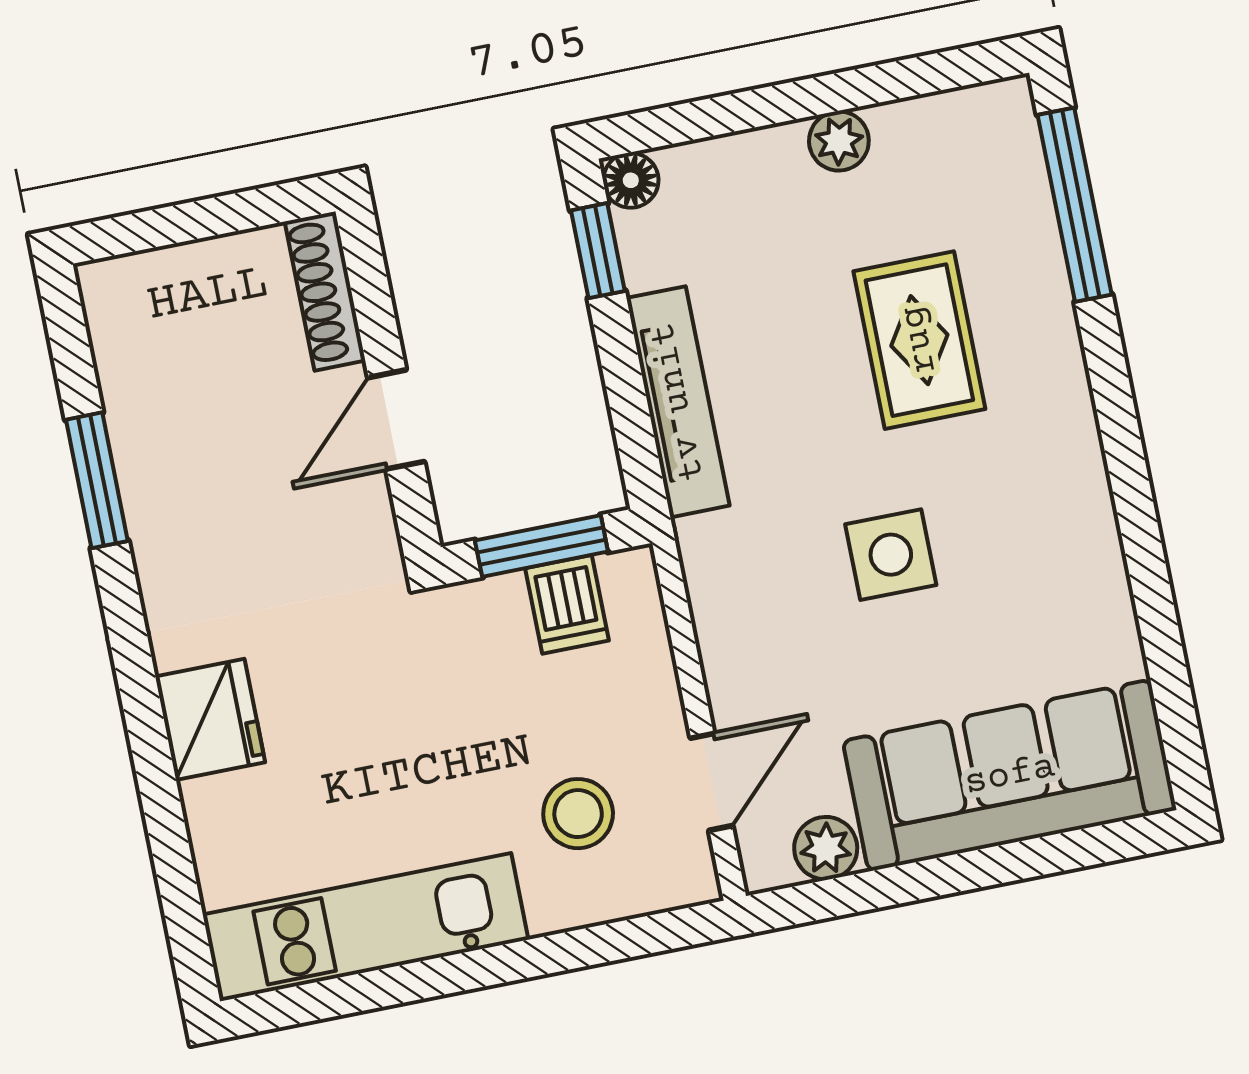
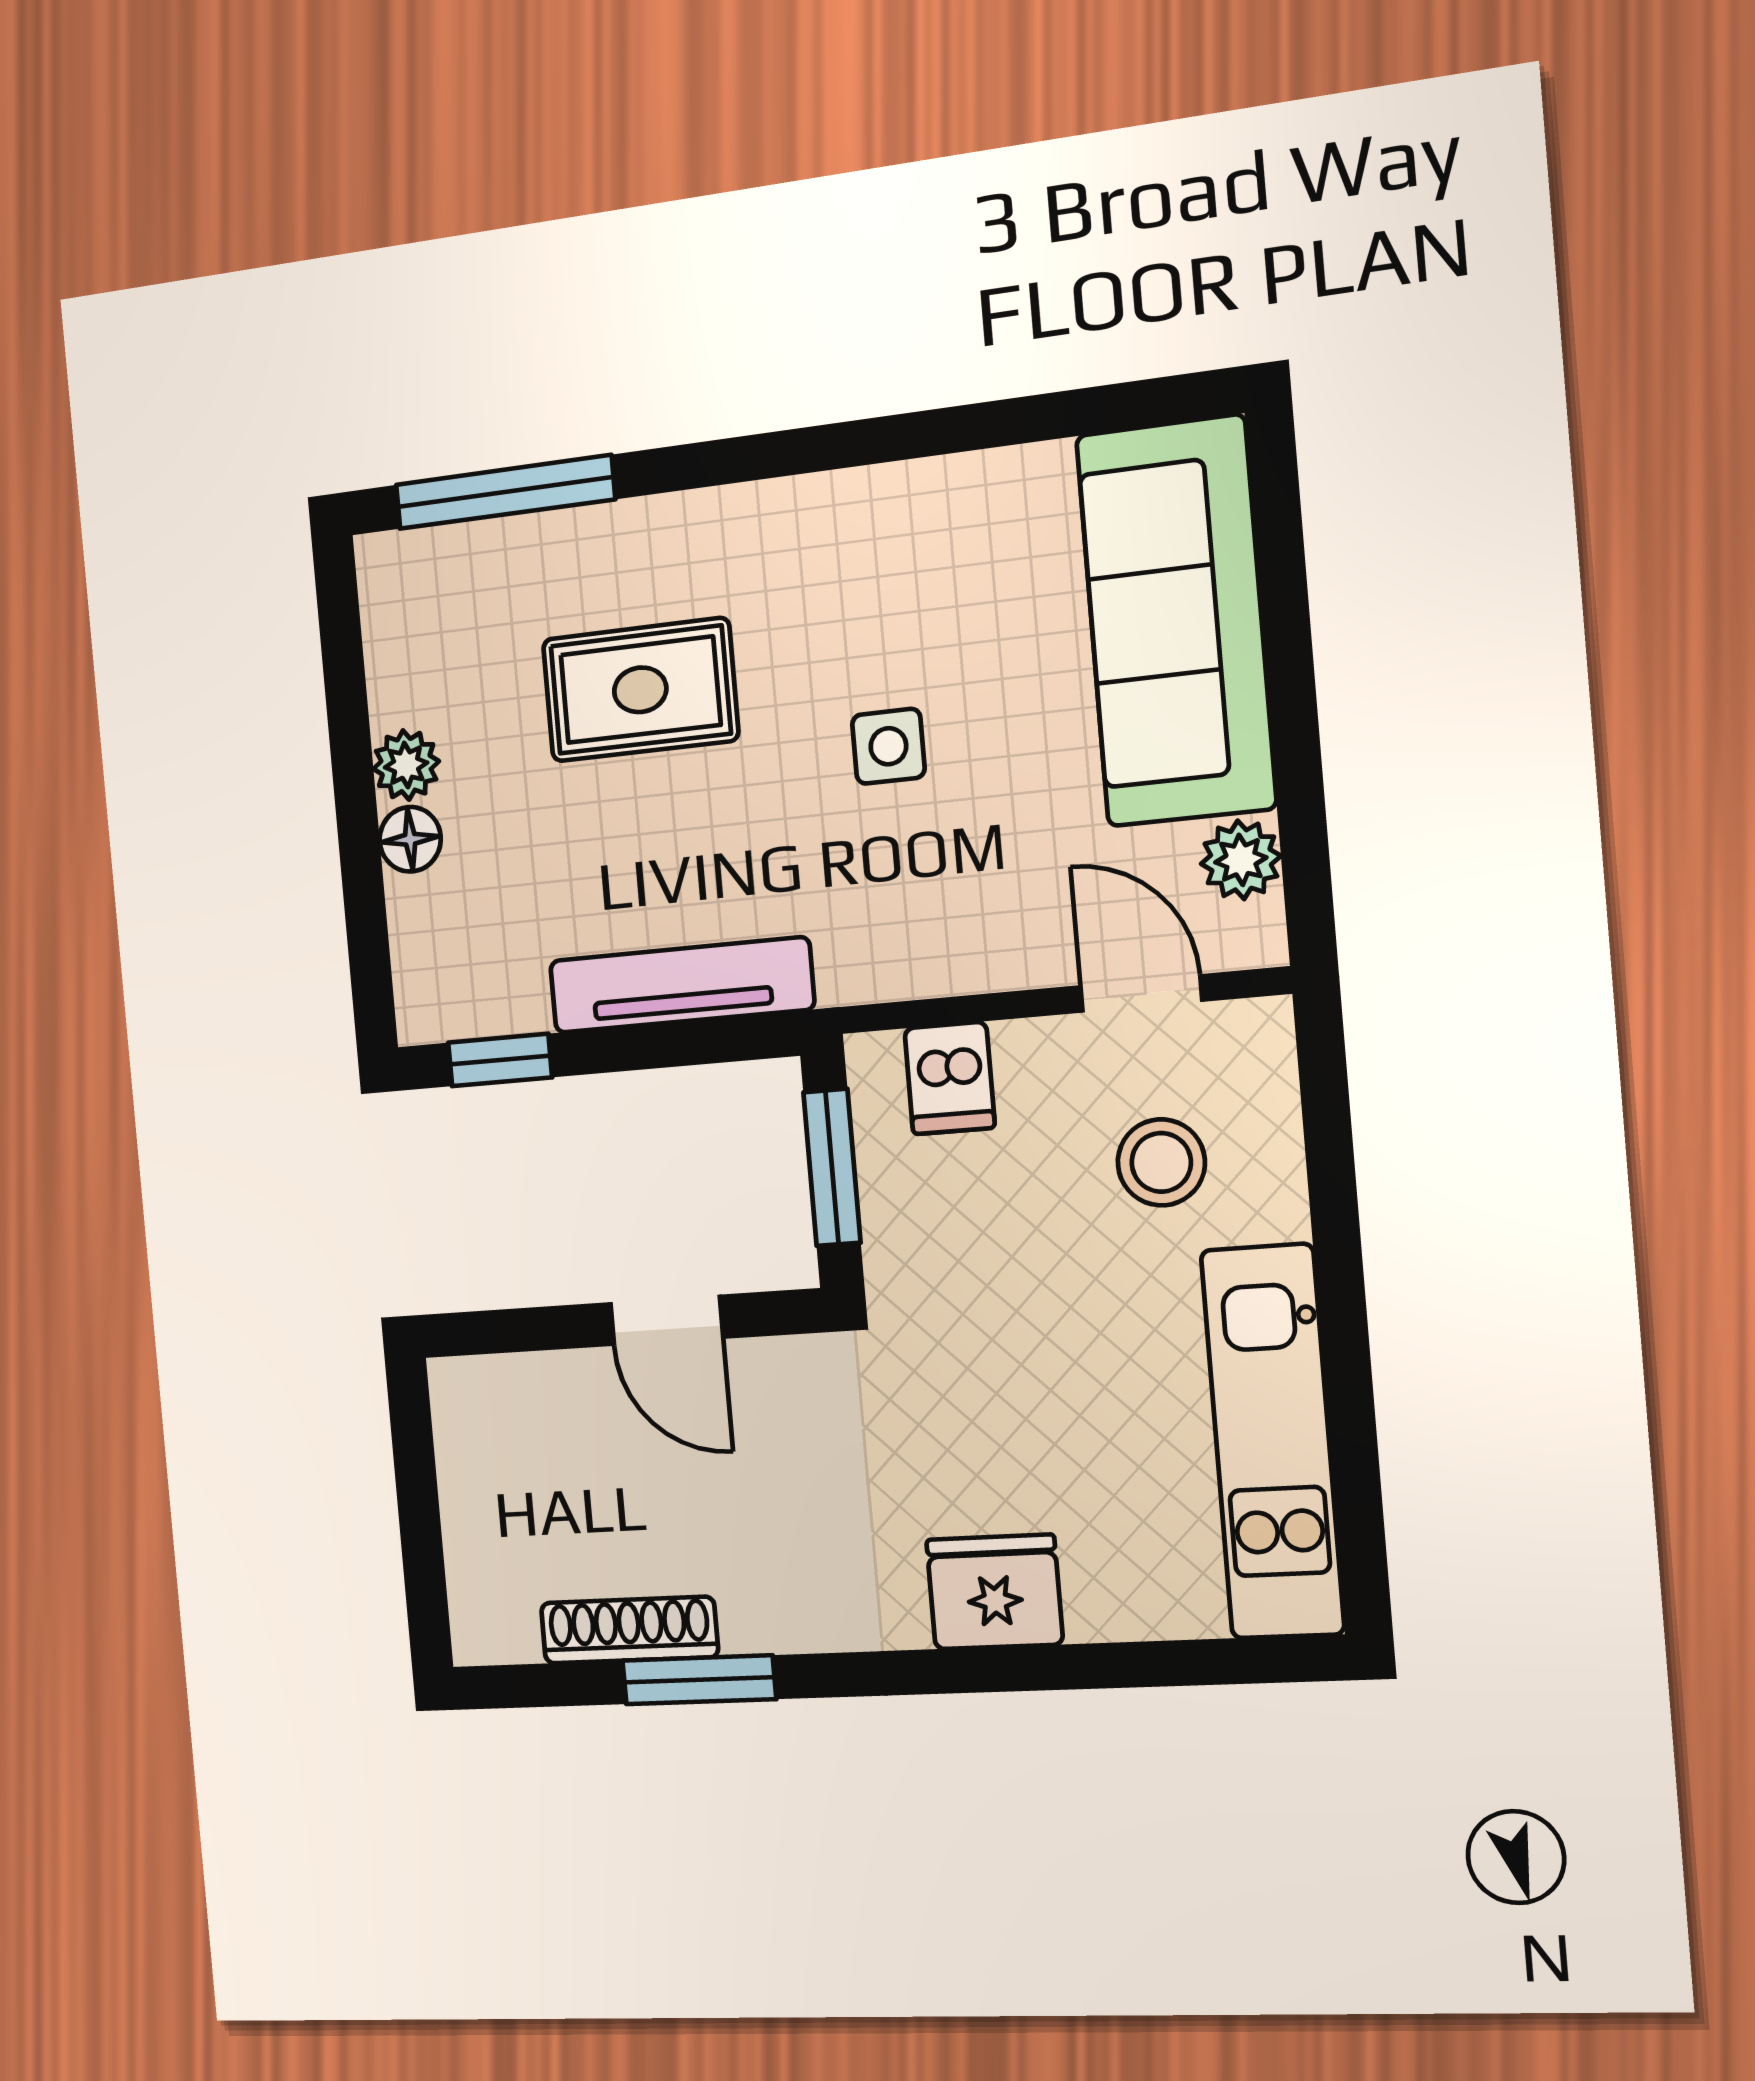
floor lamp: (631, 180) -> (410, 839), moved
shoe rack: (325, 291) -> (629, 1630), moved, turned 180
side table: (891, 555) -> (888, 746), width x0.73, depth x0.73
dishwasher: (567, 604) -> (950, 1078), moved, turned 90

